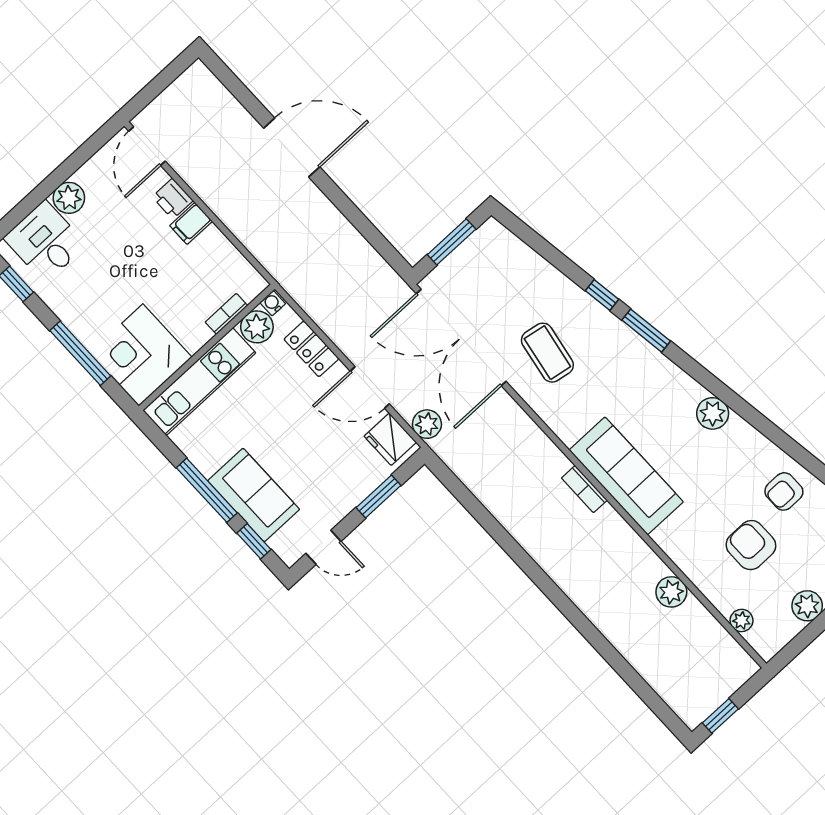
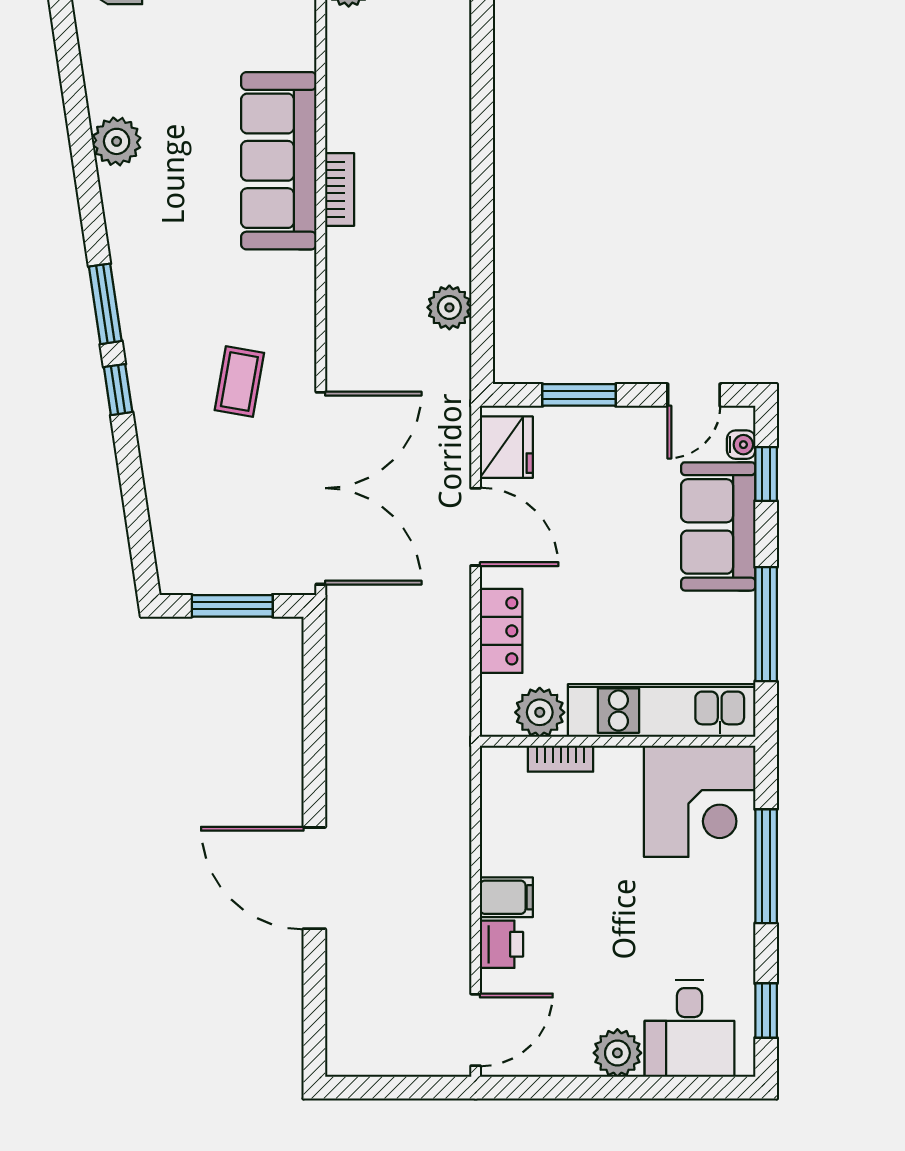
water cooler: (273, 303) -> (741, 445), moved, turned -90
coffee table: (547, 353) -> (239, 382), width x0.73, depth x0.77
plant: (427, 424) -> (449, 307), moved
window: (207, 490) -> (766, 624), moved
door: (323, 547) -> (694, 395), swing flipped

